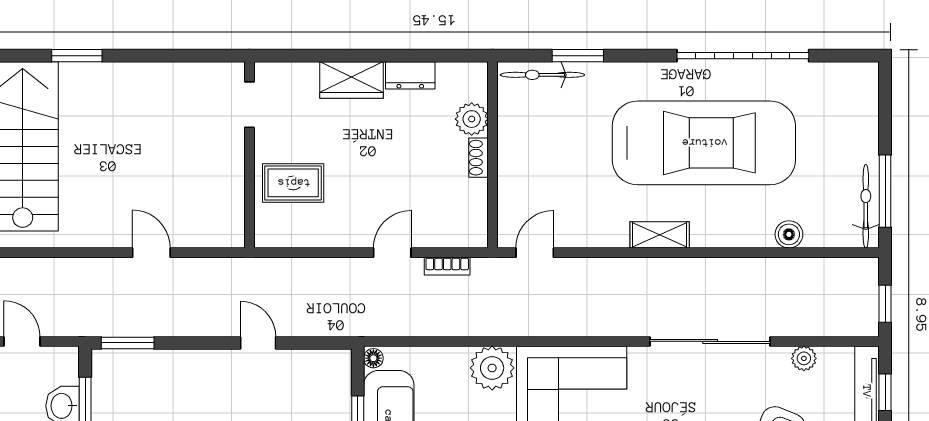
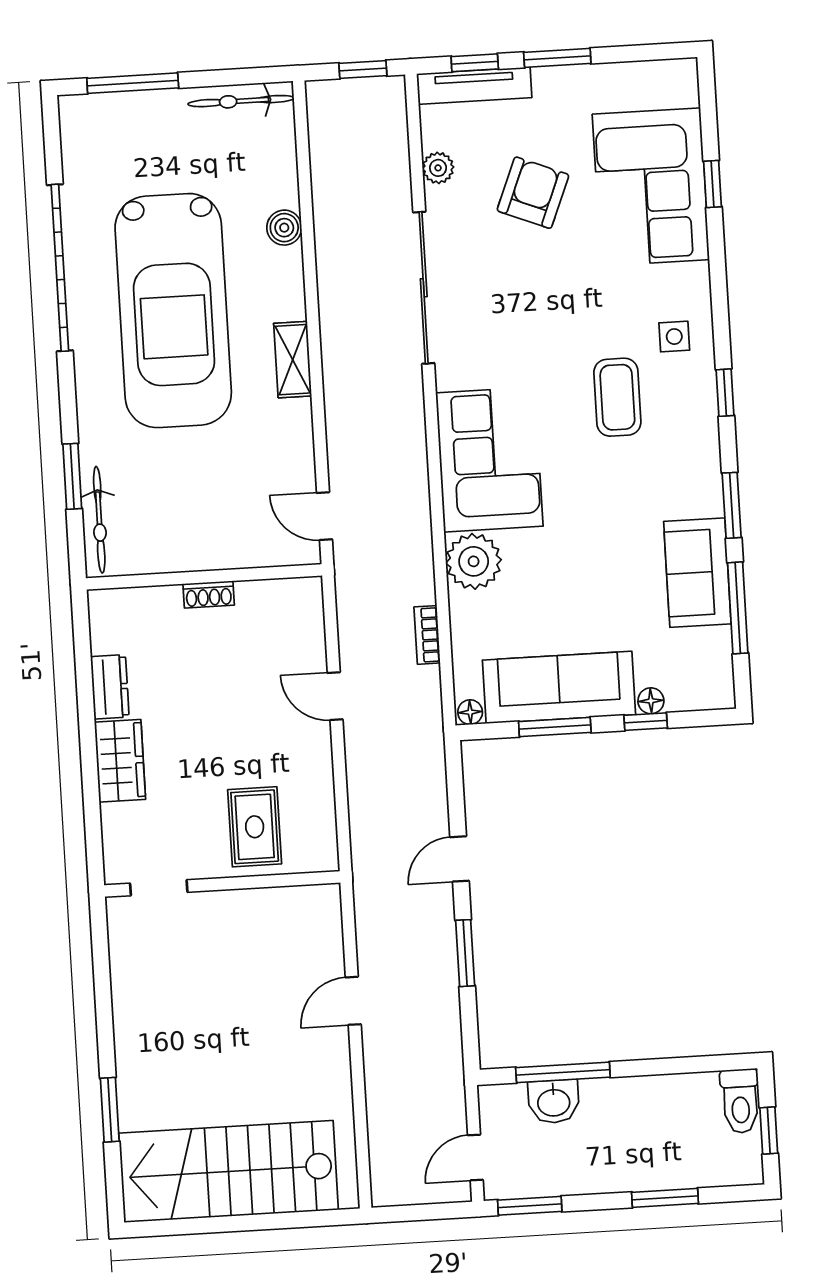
plant: (472, 119) -> (160, 606), removed
car: (704, 143) -> (173, 311), turned 180
window: (885, 191) -> (133, 83), moved
boiler: (789, 234) -> (284, 228), moved
bookcase: (447, 266) -> (427, 635), moved, turned 180
window: (128, 343) -> (465, 953), moved

